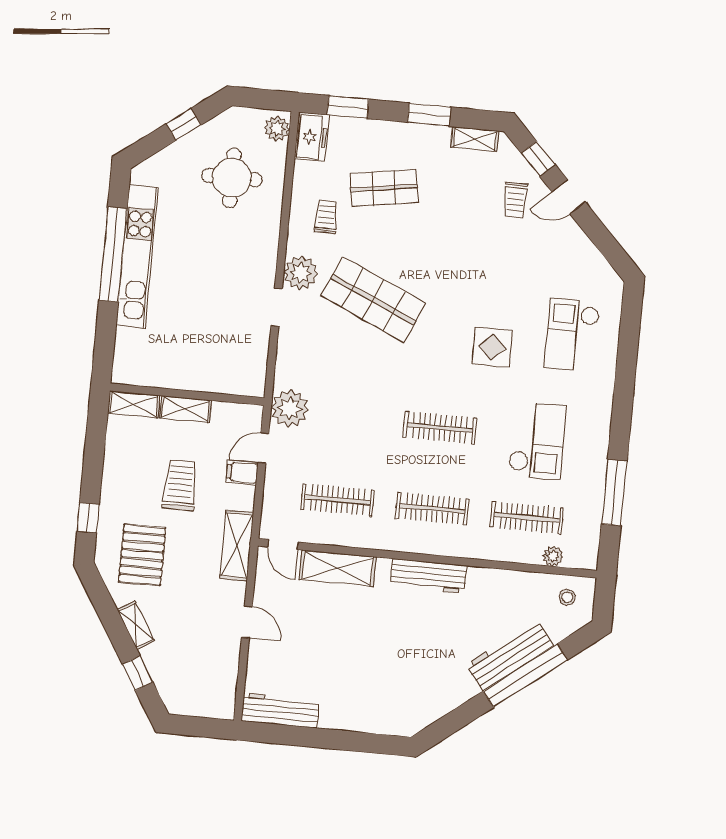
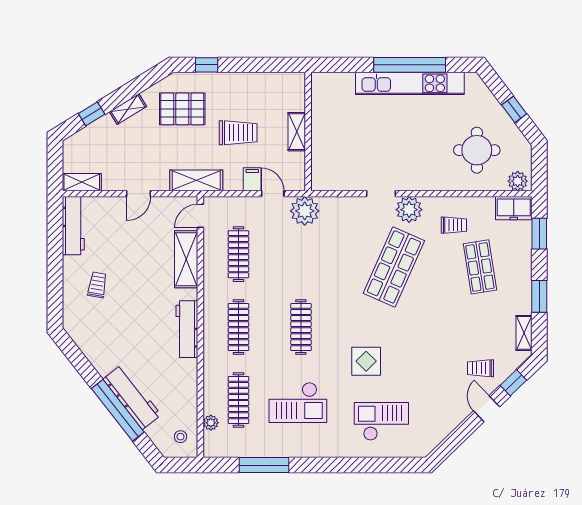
shelving: (134, 404) -> (82, 182), moved, turned 90
trolley: (360, 687) -> (97, 285), added

